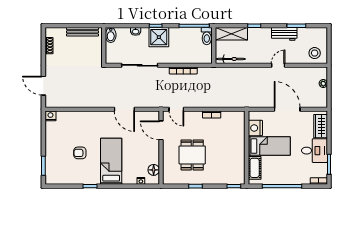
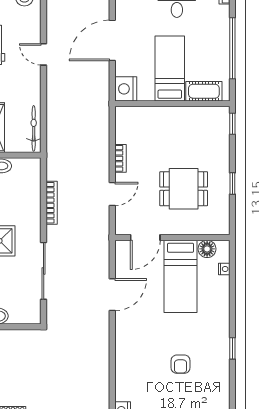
door: (176, 109) -> (112, 194), moved
nightstand: (255, 128) -> (126, 89), moved, turned 90
bed: (111, 161) -> (181, 276), moved, turned -90

